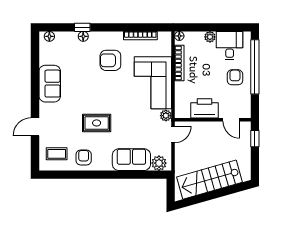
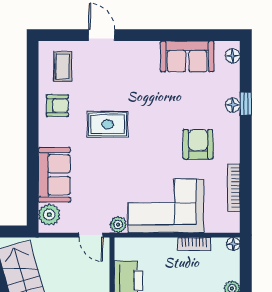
bookcase: (179, 63) -> (194, 244), width x0.64
sofa: (50, 84) -> (187, 56), moved
rug: (97, 123) -> (107, 124), turned 90

